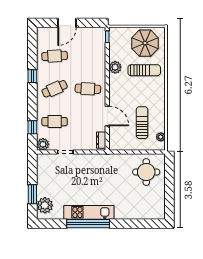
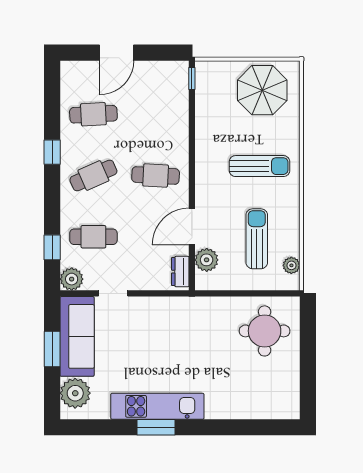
plant: (115, 67) -> (207, 260), moved
sun lounger: (144, 70) -> (259, 166), moved
door: (107, 116) -> (192, 227), swing flipped
sofa: (46, 175) -> (77, 336), added
window: (32, 194) -> (52, 349), moved
window: (88, 224) -> (156, 427), width x0.47

